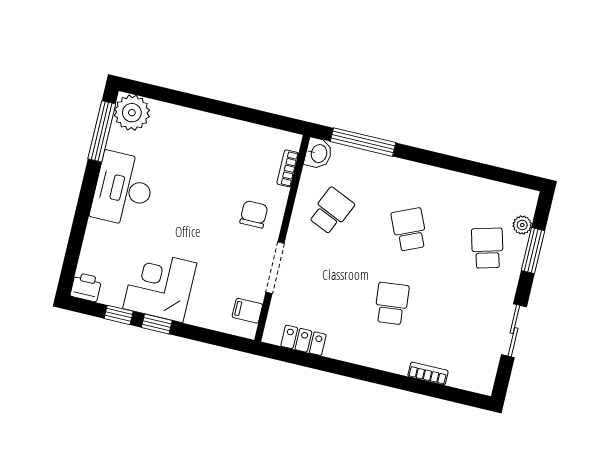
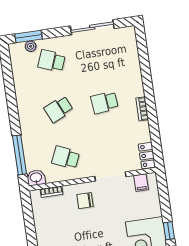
school desk: (487, 248) -> (52, 61), turned 36
window: (533, 251) -> (28, 36), moved
sliding door: (514, 331) -> (92, 27), width x1.37
locker: (303, 340) -> (147, 156), moved
bookcase: (428, 373) -> (142, 109), moved

